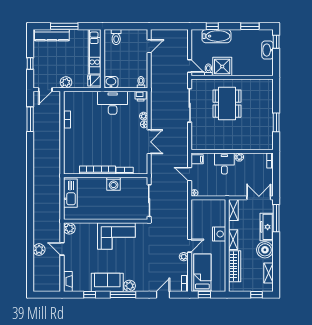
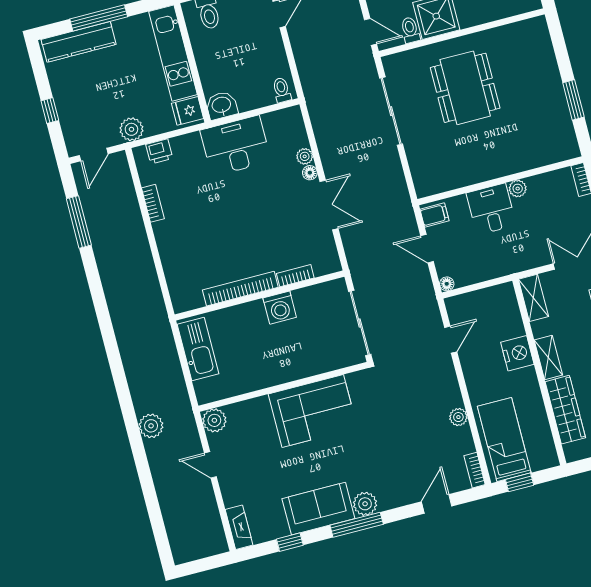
printer: (141, 96) -> (159, 151), moved
door: (190, 246) -> (451, 340), moved
plant: (39, 250) -> (151, 426), moved

